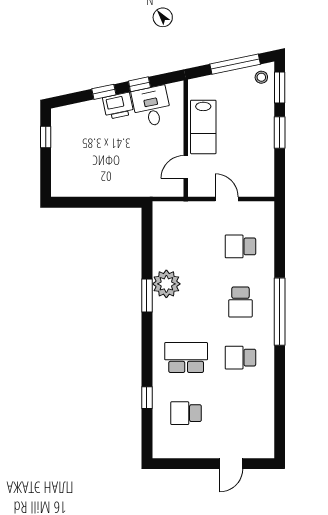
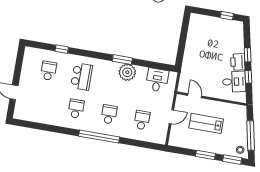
lab bench: (203, 127) -> (206, 123), moved
desk: (171, 233) -> (157, 80), added
school desk: (240, 302) -> (109, 114), turned 90

